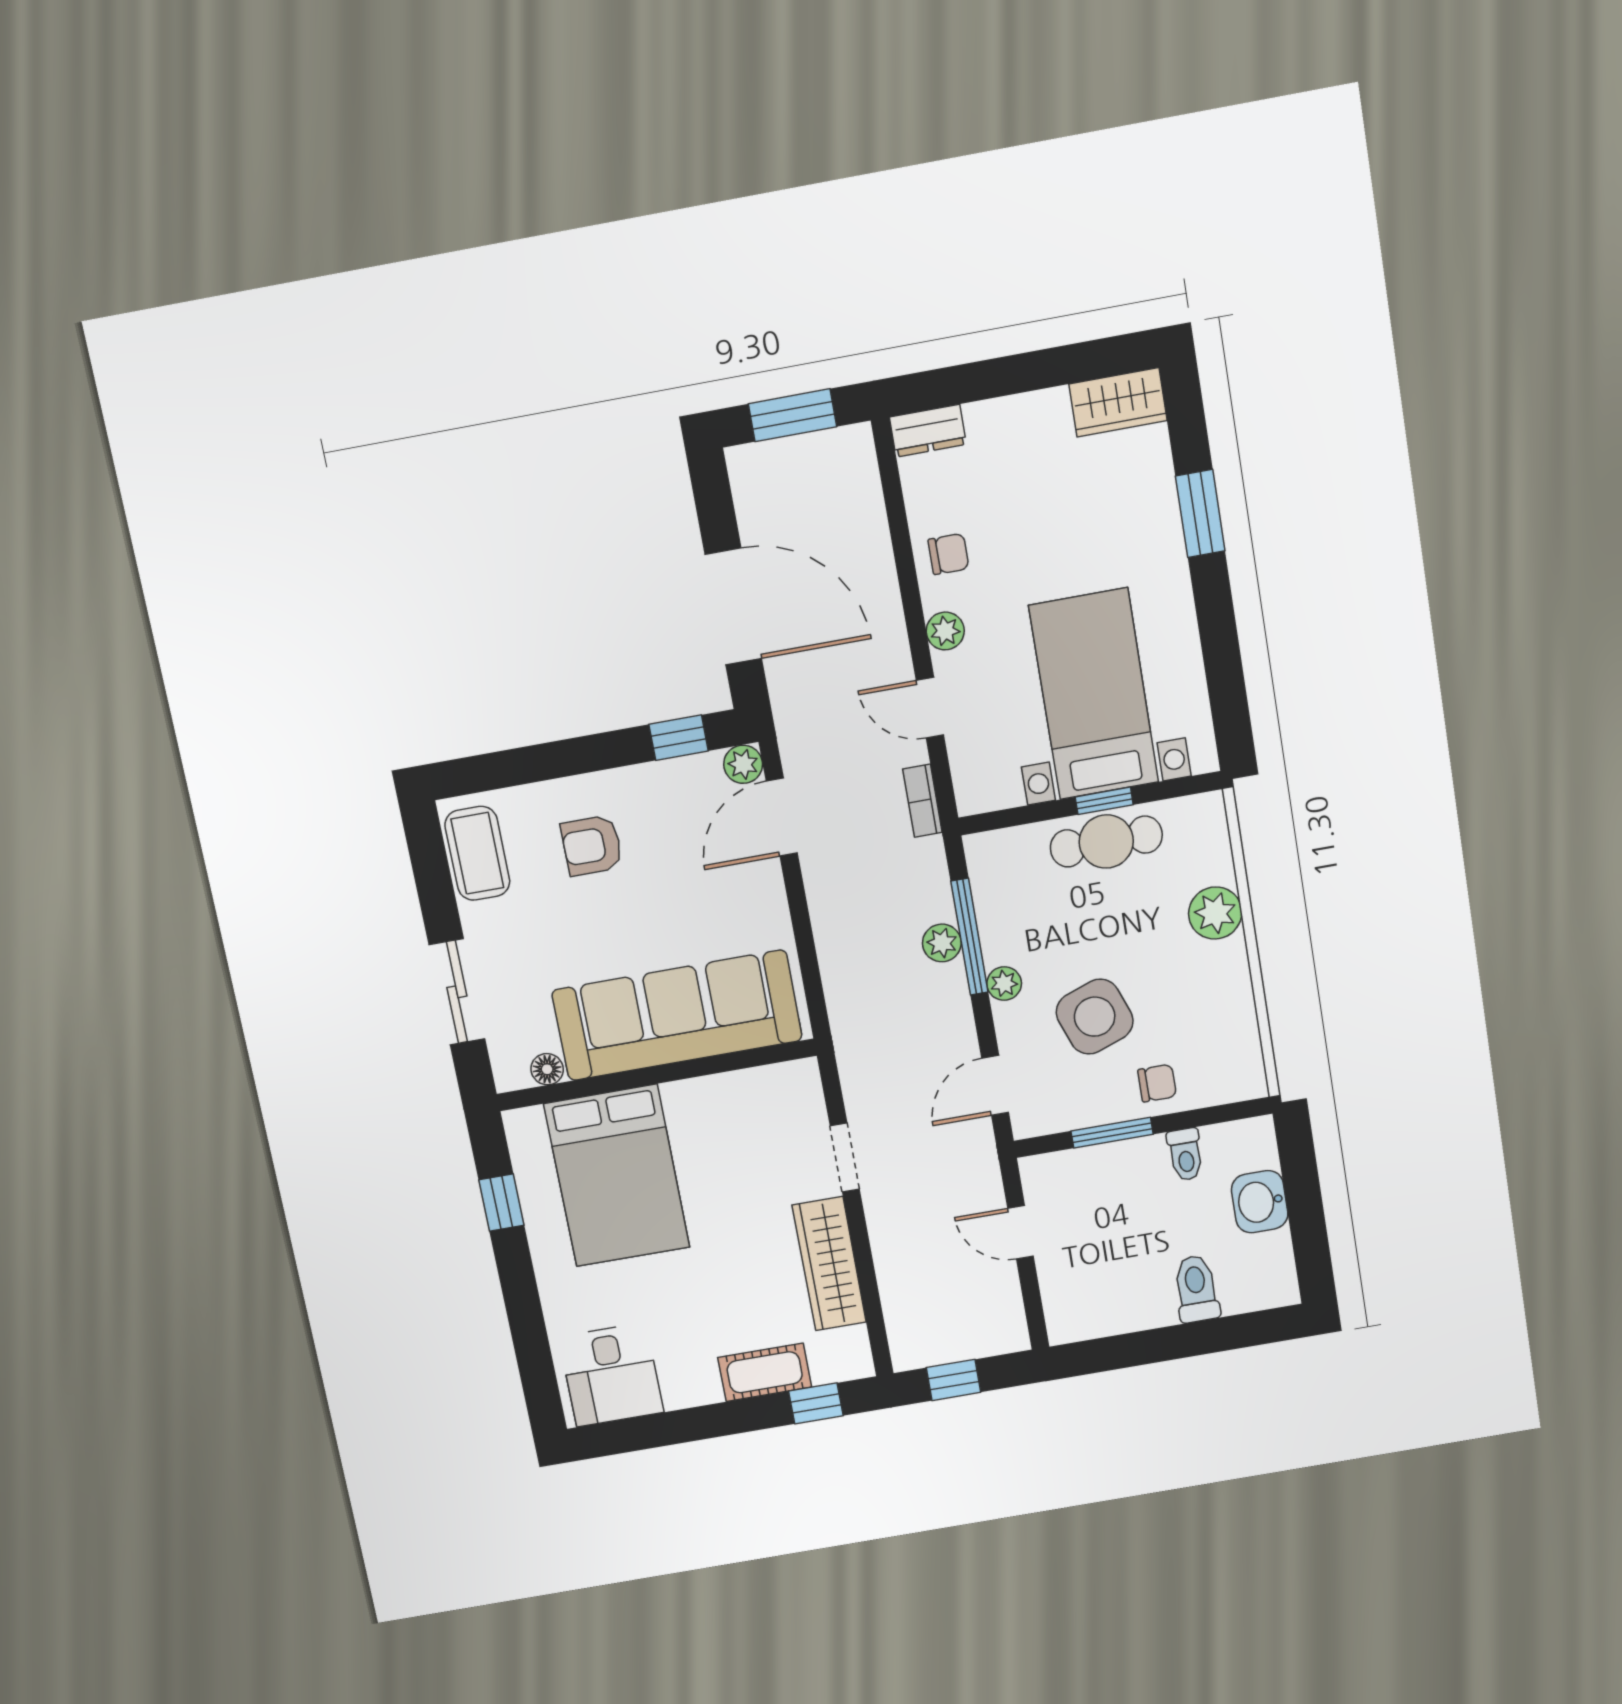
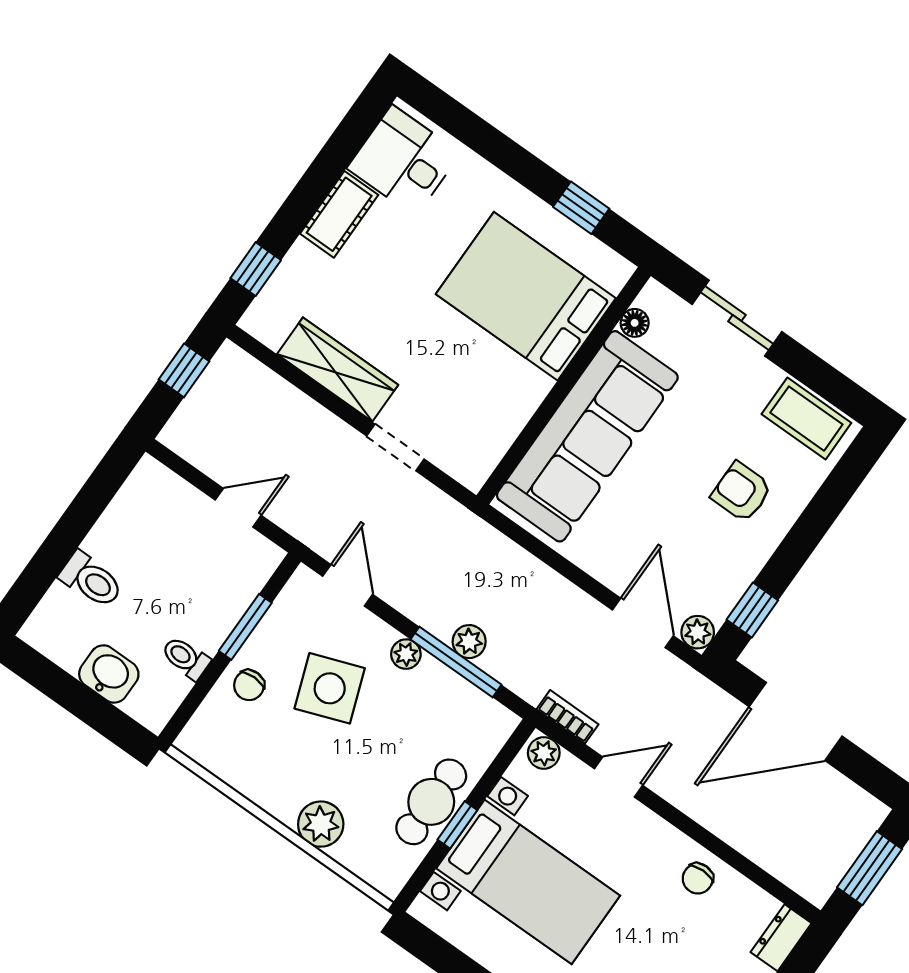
plant: (945, 631) -> (544, 753), moved
armchair: (592, 845) -> (742, 492), turned -90
cot: (765, 1372) -> (339, 214), moved

